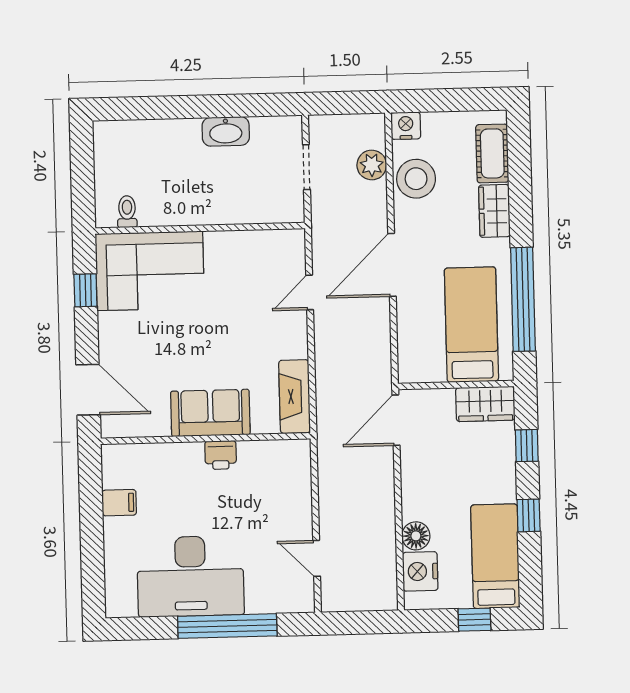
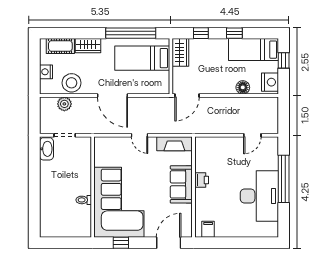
nightstand: (406, 126) -> (46, 72), moved
washbasin: (226, 131) -> (46, 149), moved
toilet: (127, 212) -> (84, 200), moved
corner sofa: (150, 271) -> (119, 202), width x1.36, depth x1.36
door: (310, 292) -> (140, 135), moved
door: (396, 420) -> (187, 95), hinge flipped
filing cabinet: (119, 503) -> (208, 229), moved
nightstand: (420, 571) -> (270, 82), moved, turned -90

